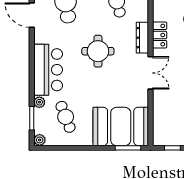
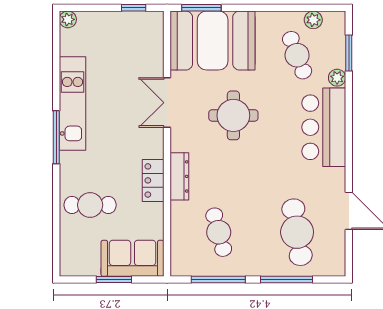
round table: (98, 51) -> (233, 115), moved
double door: (151, 73) -> (167, 103), moved
plant: (40, 140) -> (313, 20), moved

